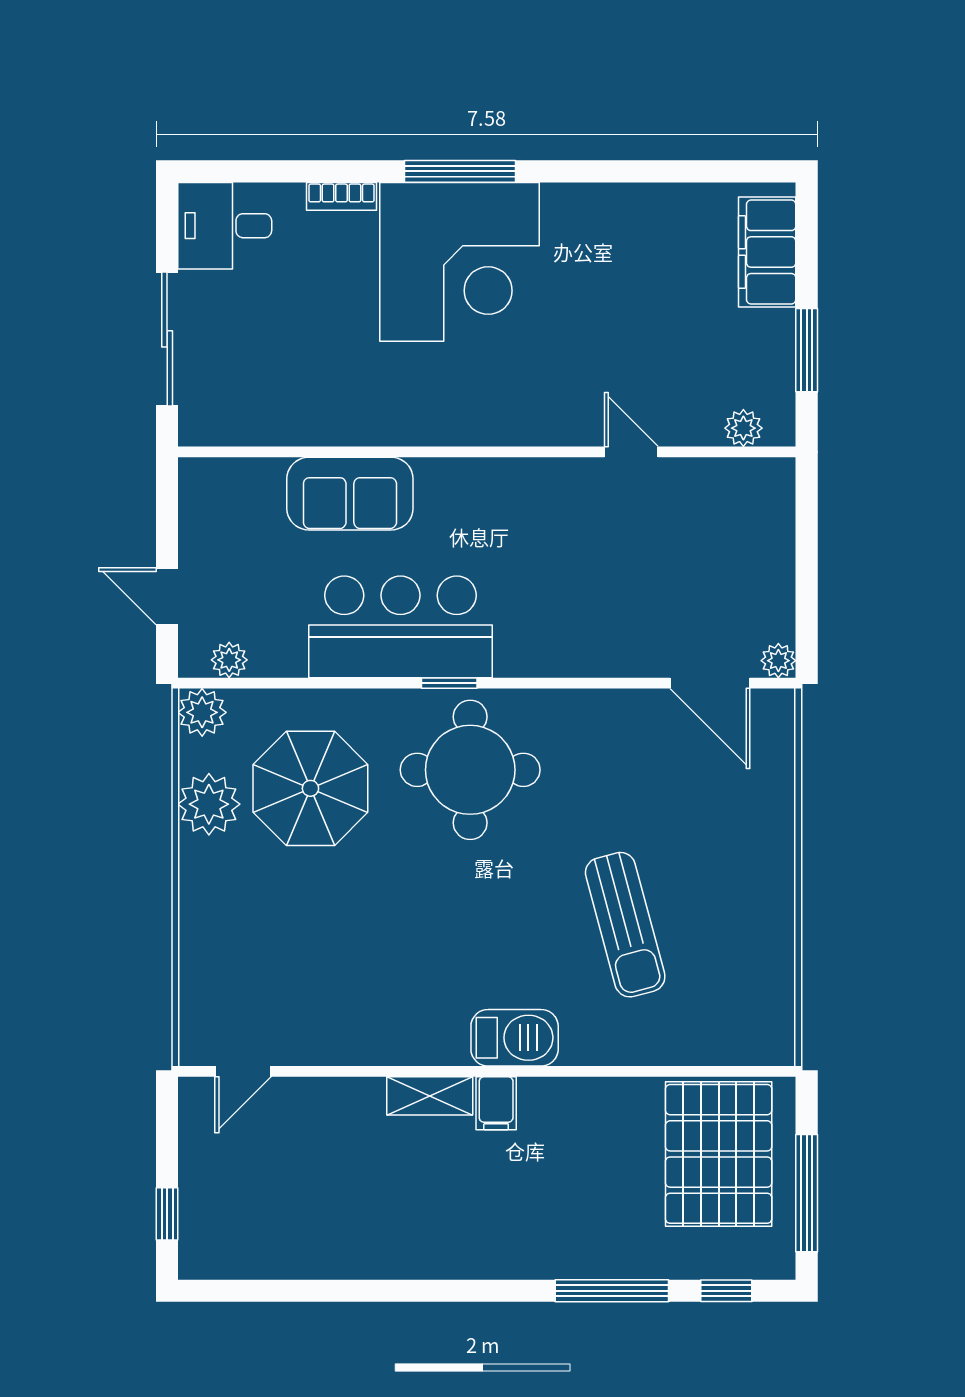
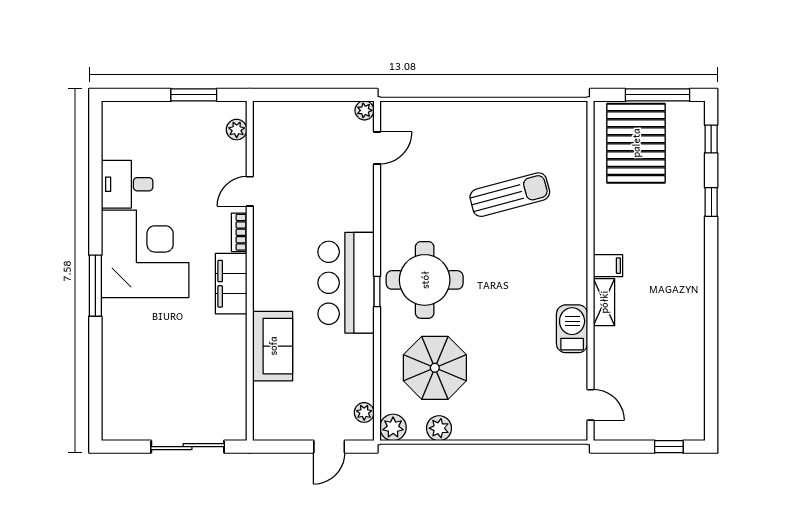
bookcase: (341, 196) -> (239, 232), moved, turned 180
desk: (225, 226) -> (127, 184), moved, turned 90
filing cabinet: (767, 252) -> (231, 284), moved, turned 90
corner desk: (459, 262) -> (145, 254), moved
bar counter: (400, 627) -> (346, 283), moved
door: (710, 683) -> (377, 148), width x0.73
plant: (209, 804) -> (439, 428), width x0.73, depth x0.73
barbecue: (515, 1038) -> (572, 329), moved
pallet: (719, 1154) -> (636, 143), turned 90
window: (612, 1291) -> (711, 202), width x0.46

